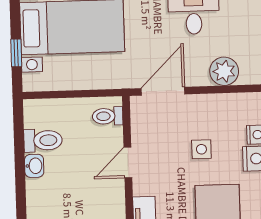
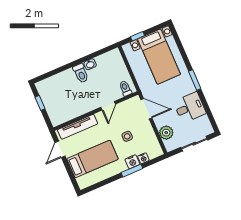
toilet: (43, 140) -> (81, 73), moved
door: (128, 162) -> (108, 106), swing flipped

